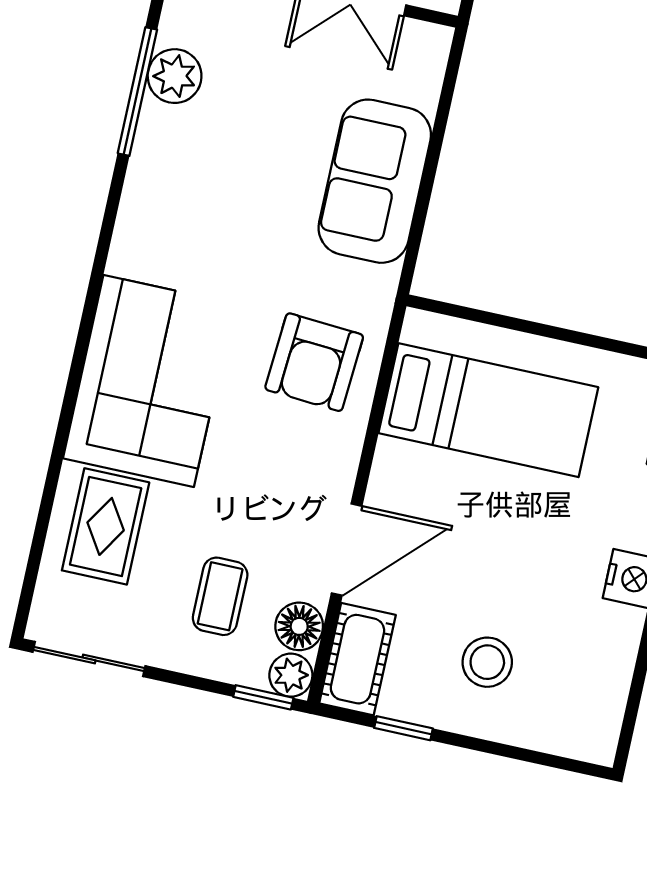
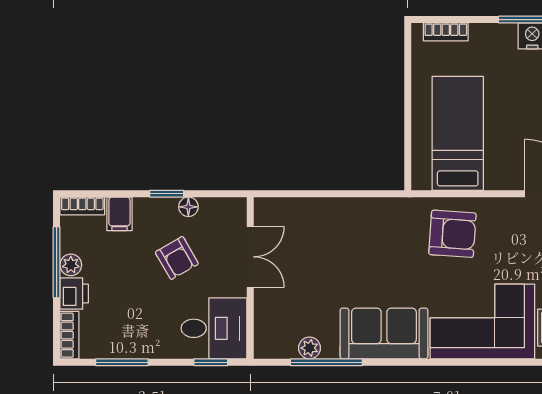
plant: (175, 76) -> (310, 348), width x0.73, depth x0.73
sofa: (375, 181) -> (384, 333), moved, turned 180

